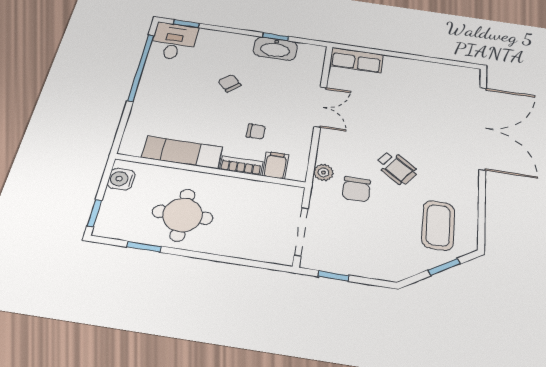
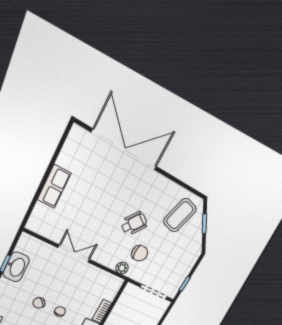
row of seats: (356, 60) -> (54, 187), moved
chair: (256, 131) -> (60, 311), moved
filing cabinet: (276, 165) -> (108, 293), removed
coffee table: (438, 225) -> (180, 215), turned -75

